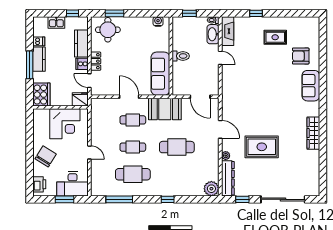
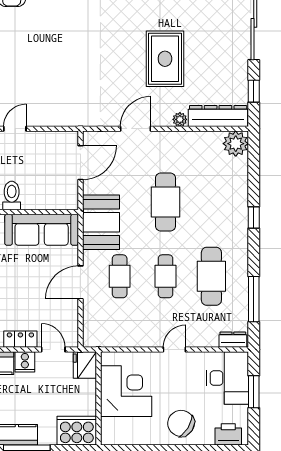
door: (89, 81) -> (53, 350), swing flipped
dresser: (95, 187) -> (233, 340), added

